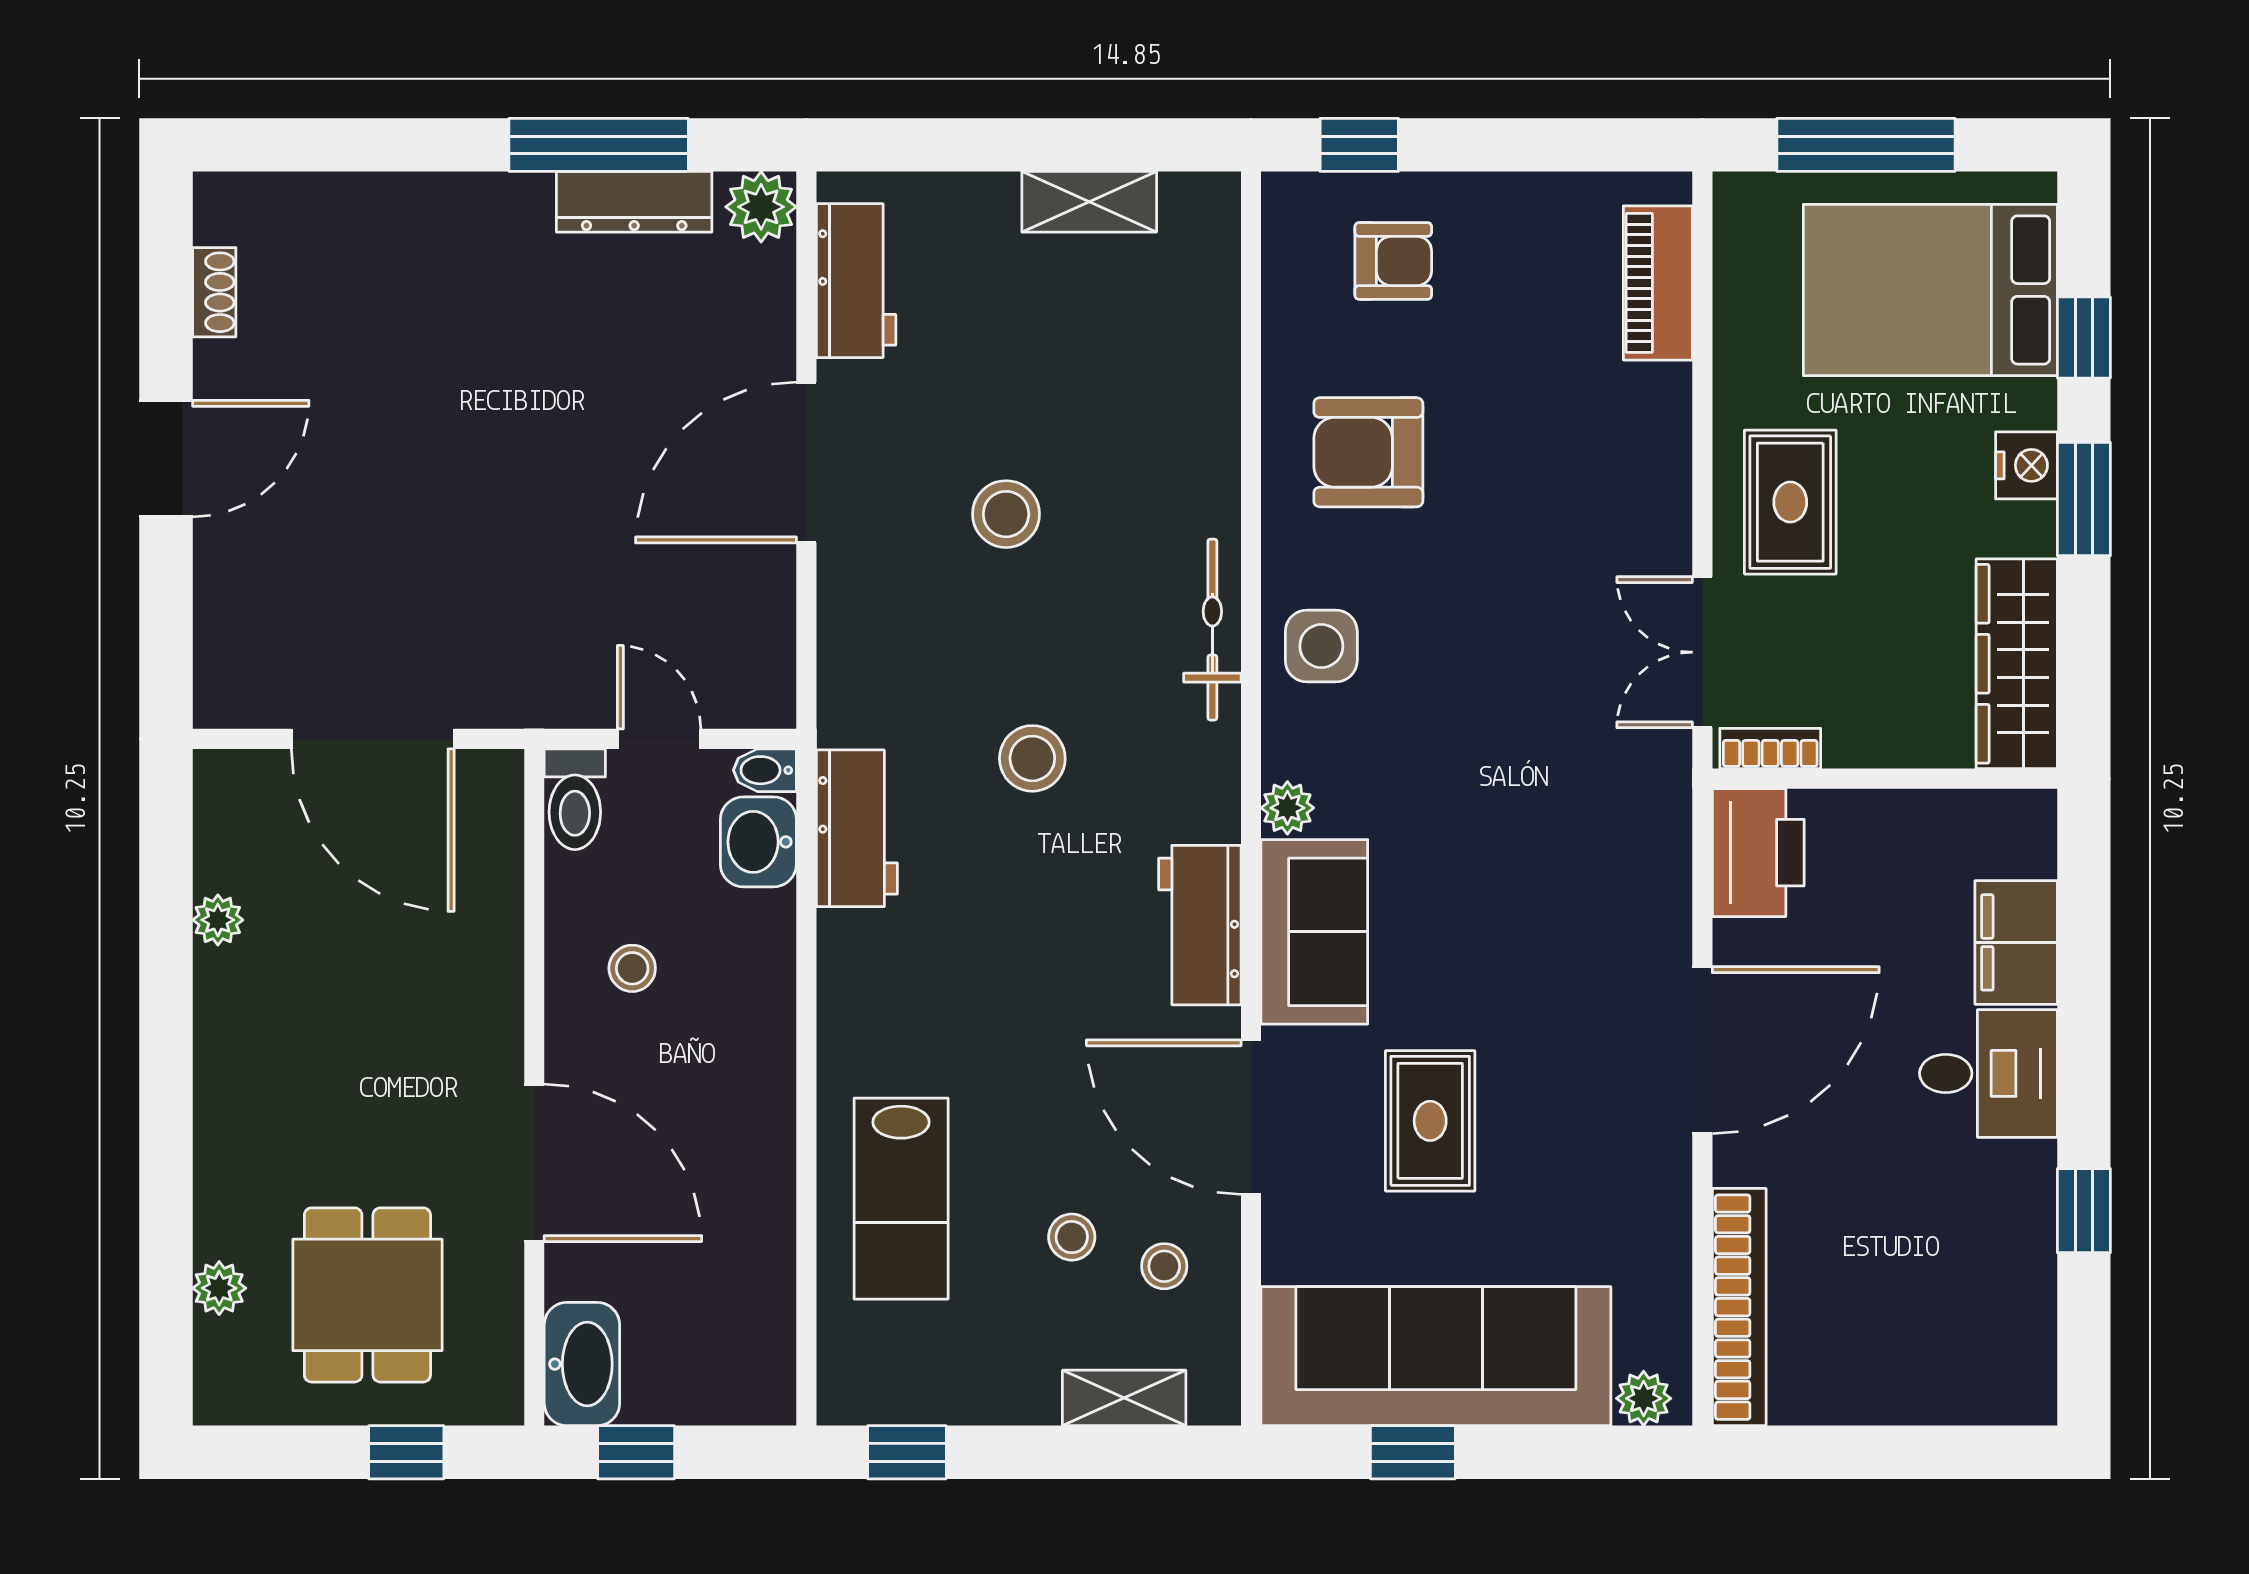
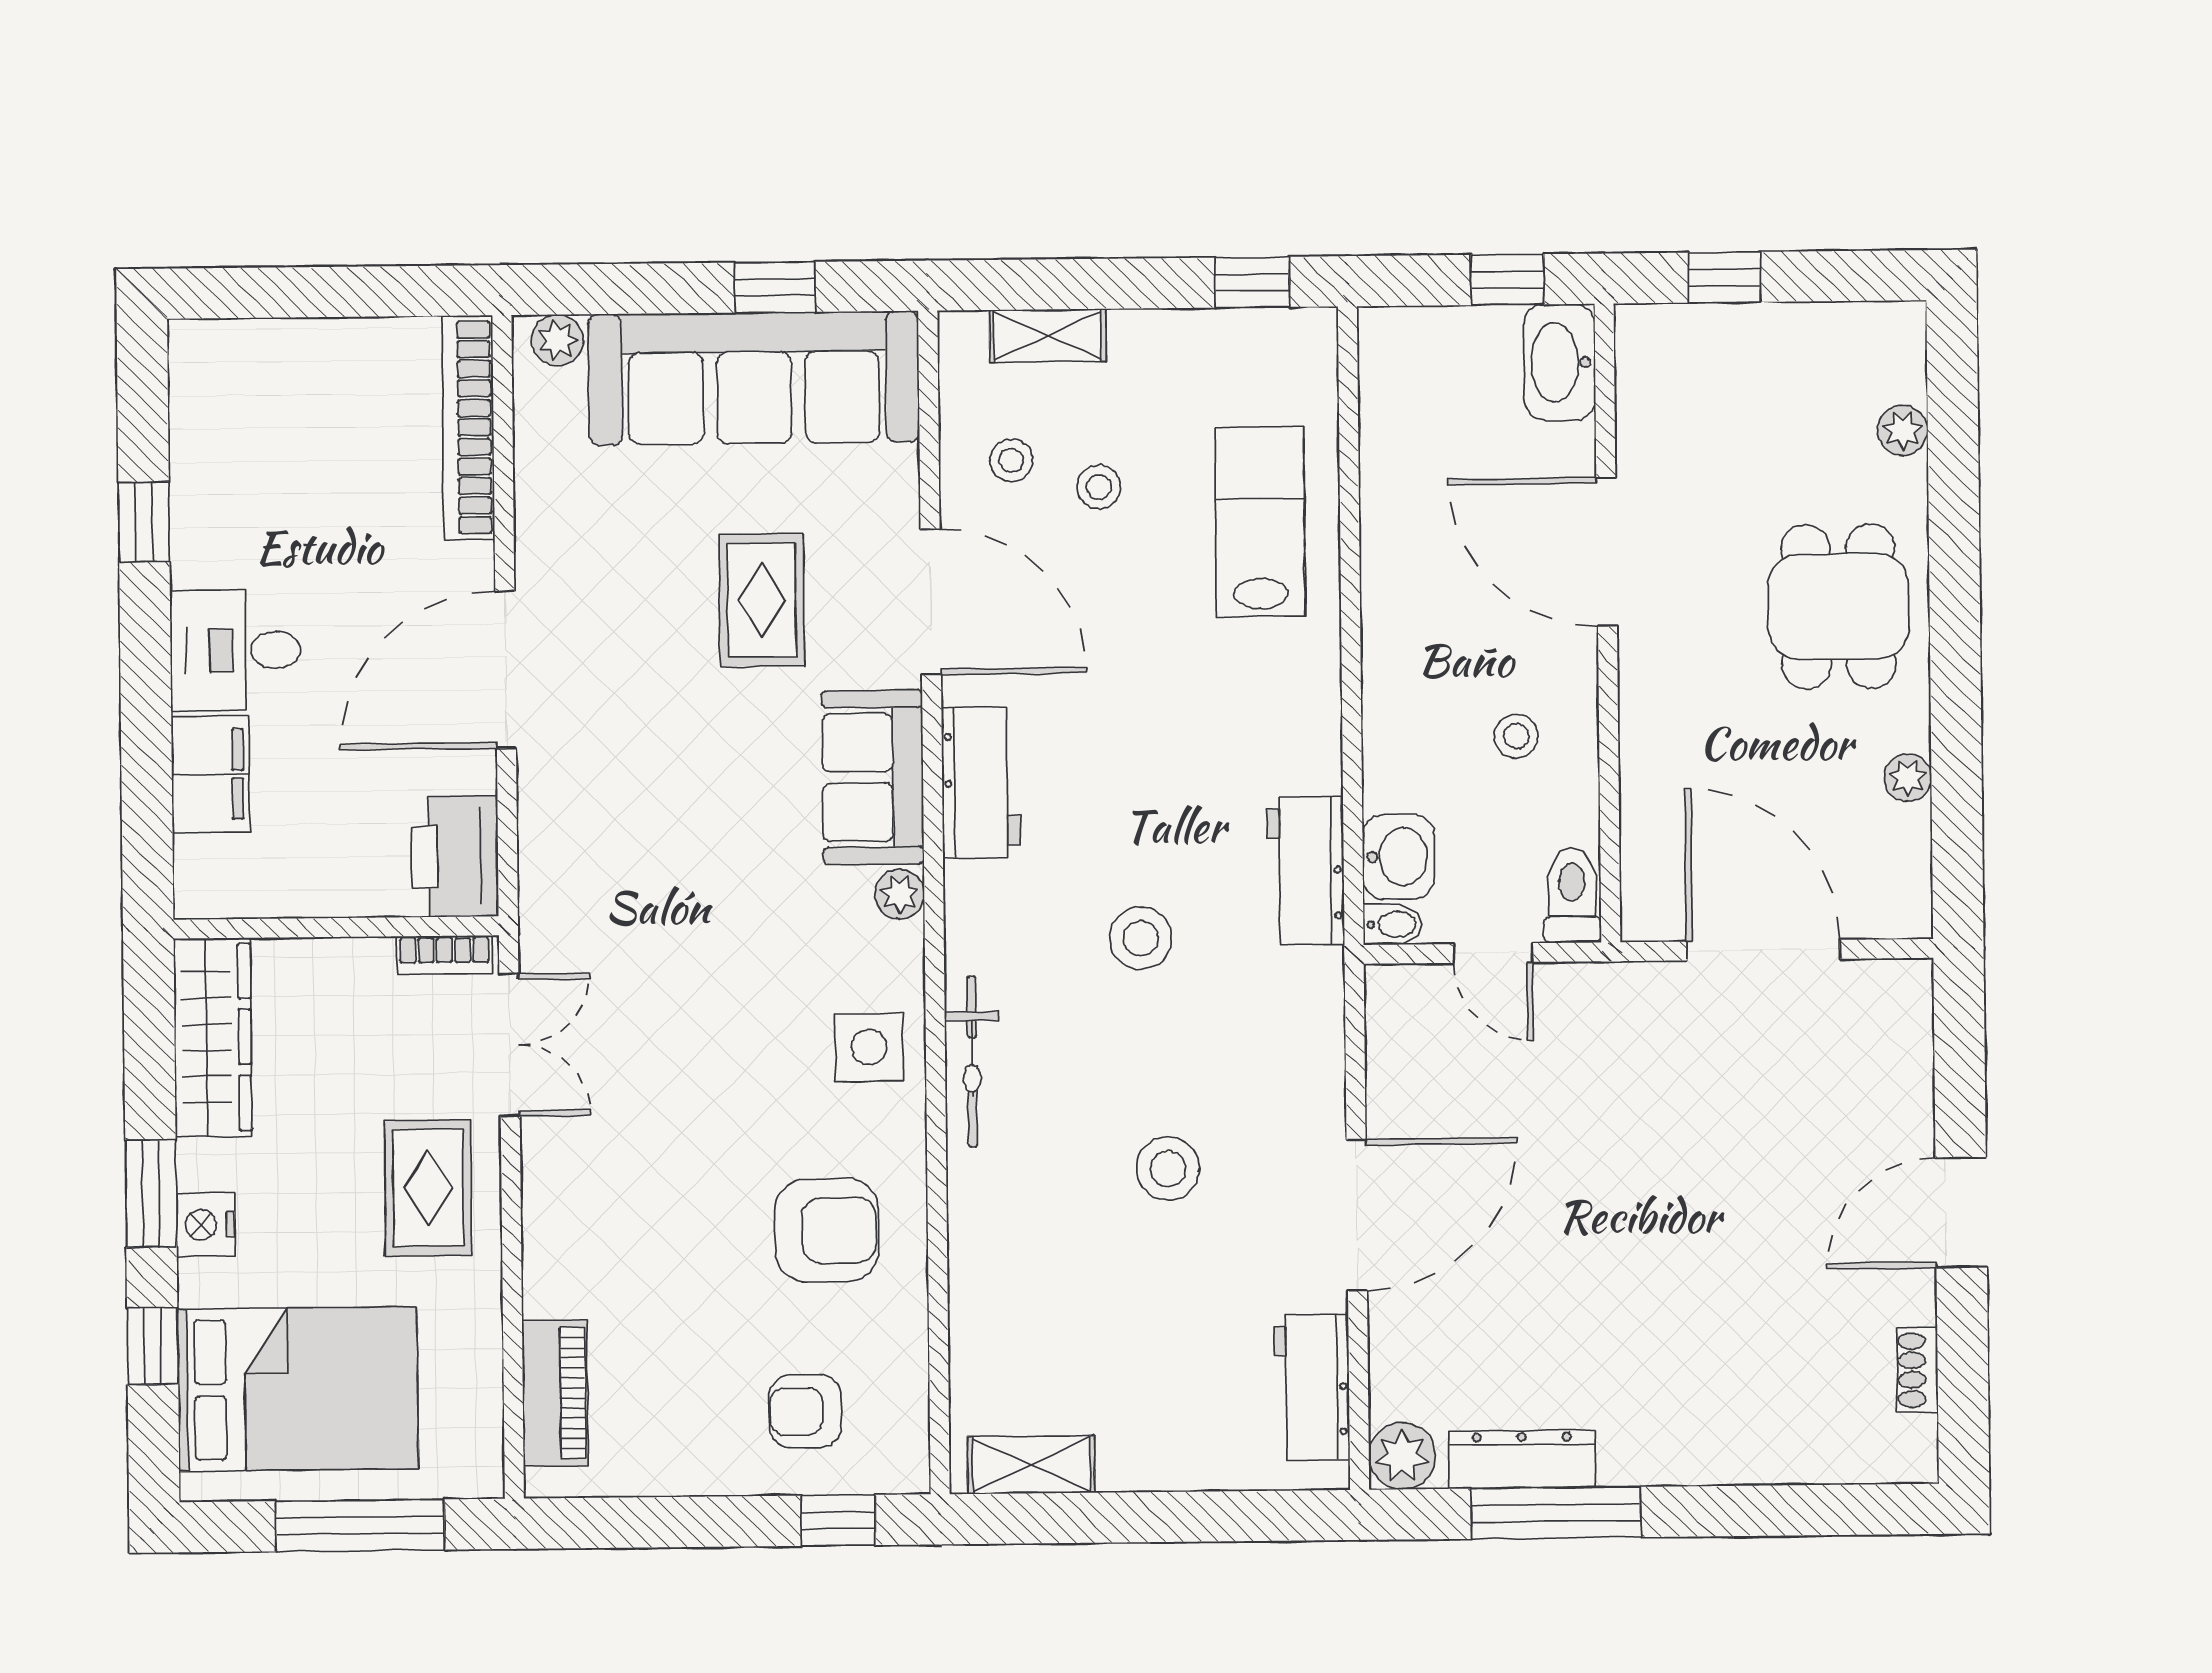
shelving: (1089, 202) -> (1031, 1465), moved
dining table: (367, 1295) -> (1838, 606), moved

